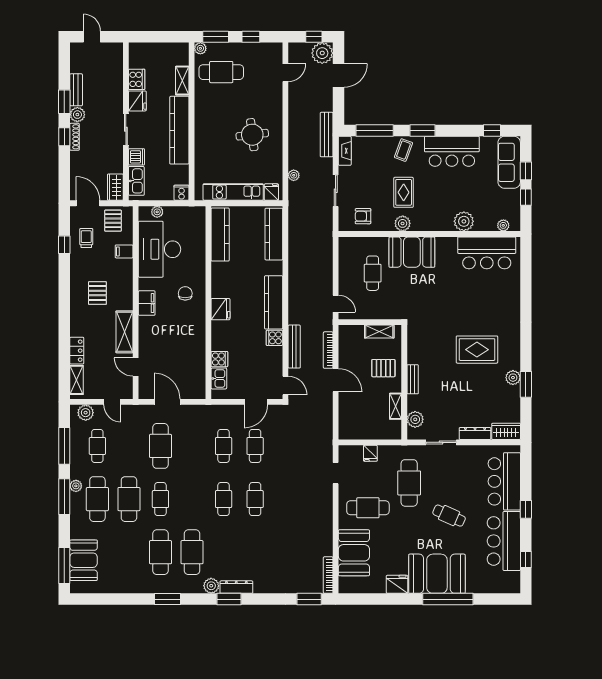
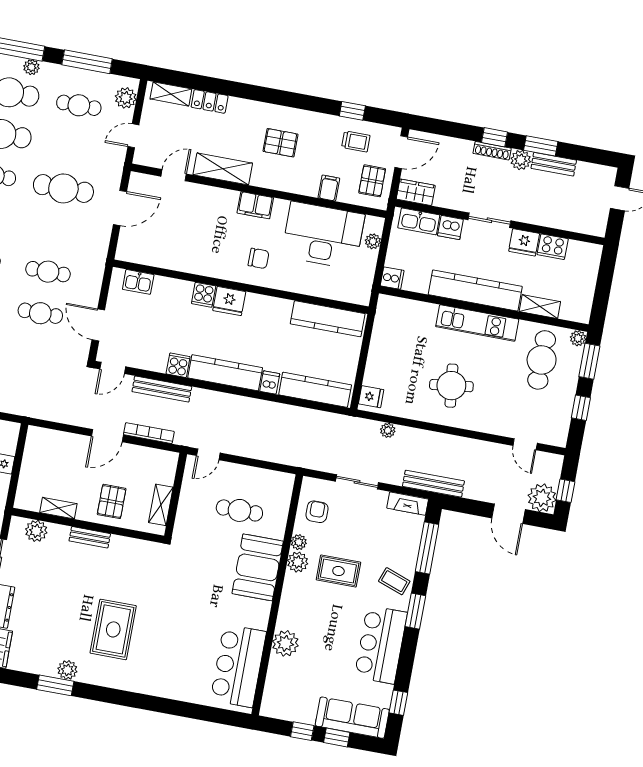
kitchen unit: (233, 192) -> (477, 323), moved, turned 90
pallet: (113, 221) -> (372, 181), turned 90
plant: (503, 225) -> (299, 542), moved
dishwasher: (275, 268) -> (270, 382), added
cooker: (219, 359) -> (204, 295), moved

